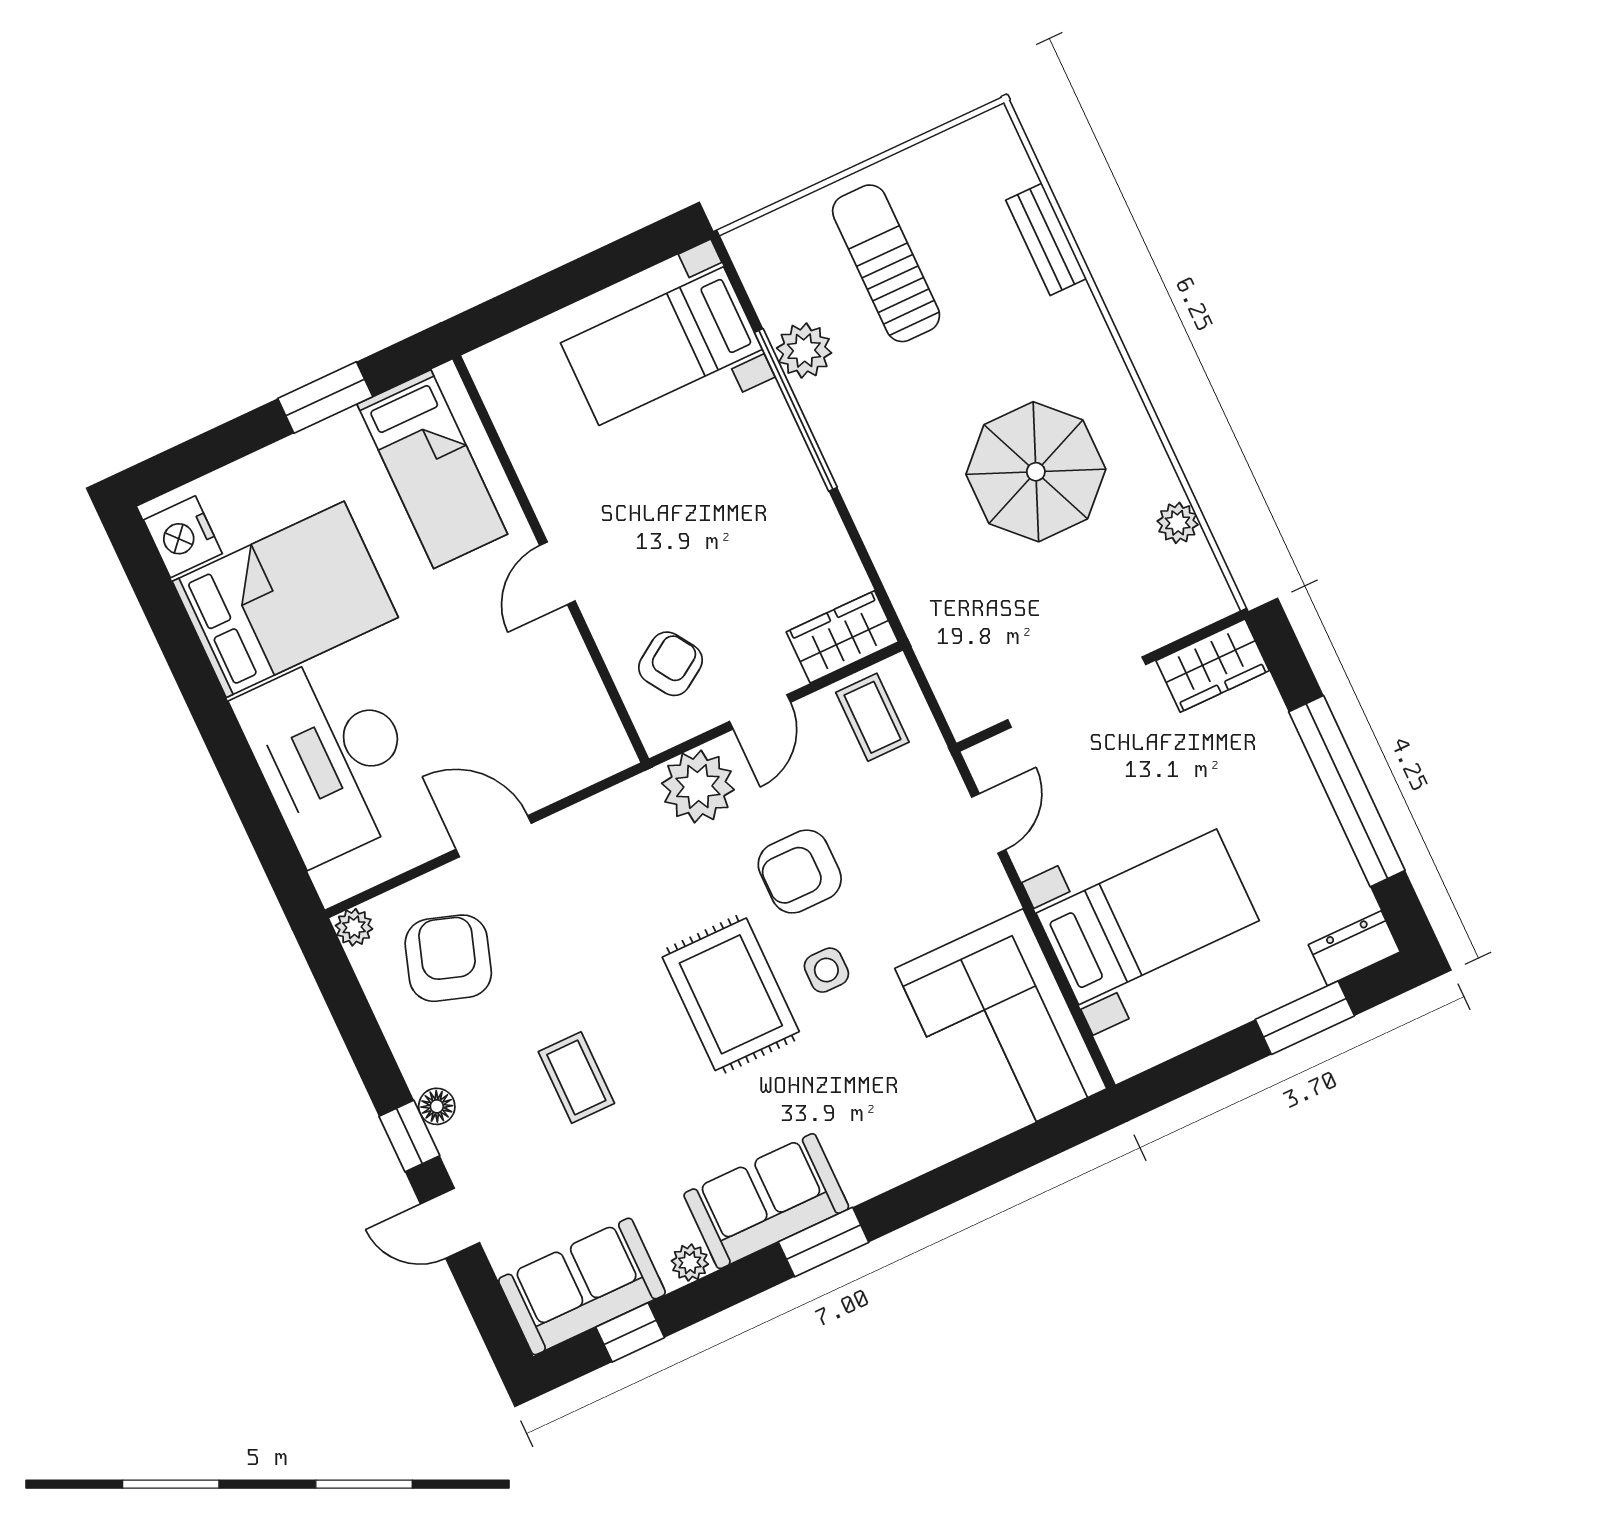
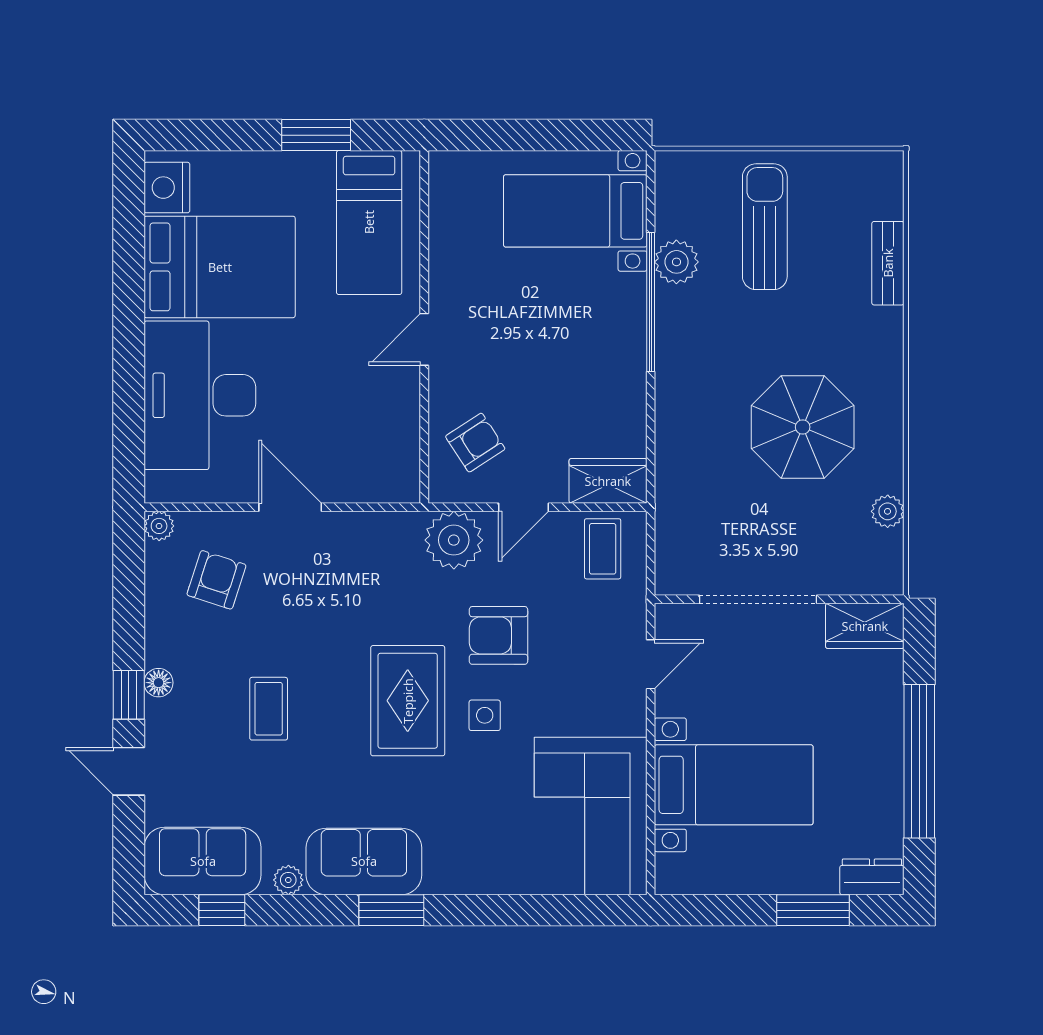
armchair: (448, 958) -> (216, 580), width x0.72, depth x0.72

